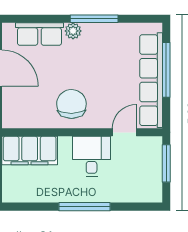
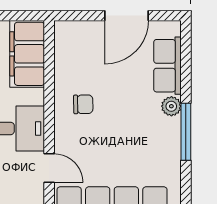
chair: (71, 104) -> (83, 104), width x0.54, depth x0.54

